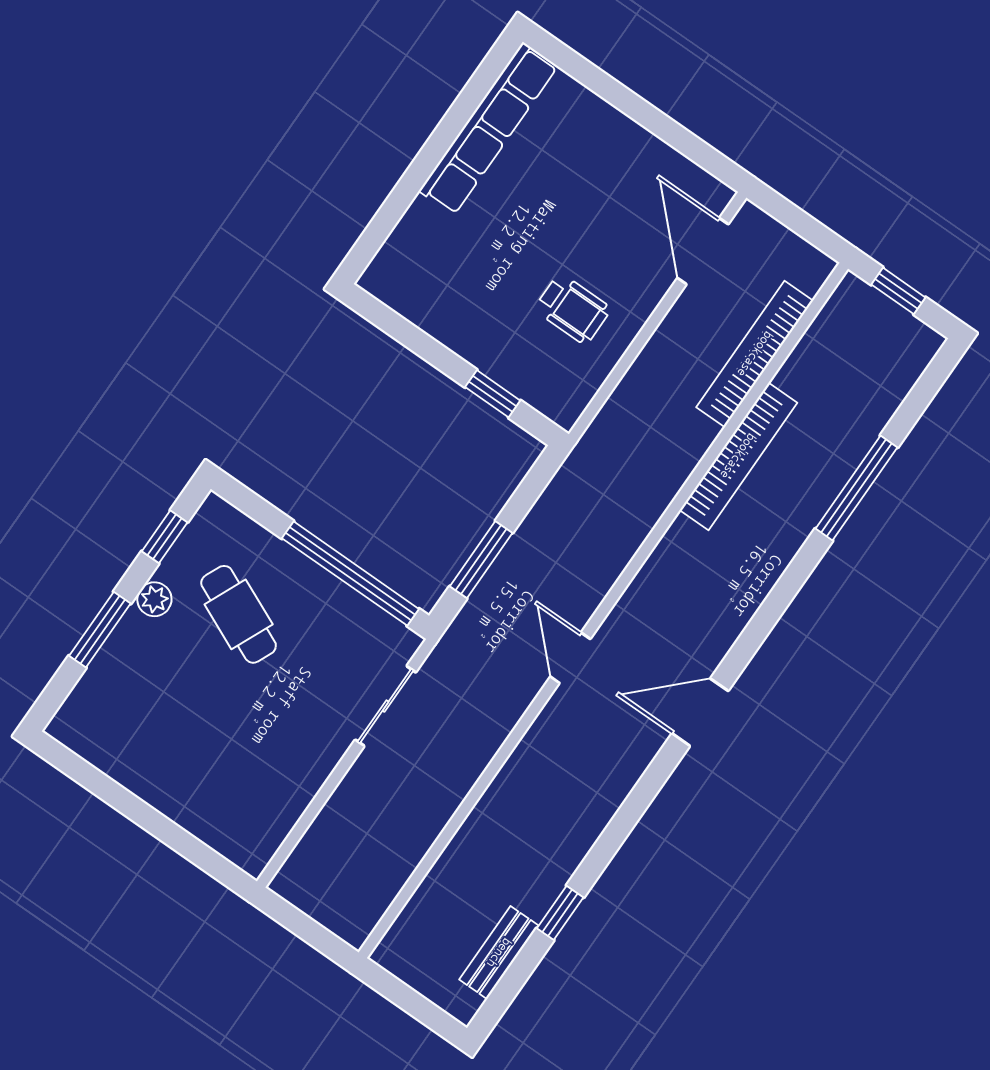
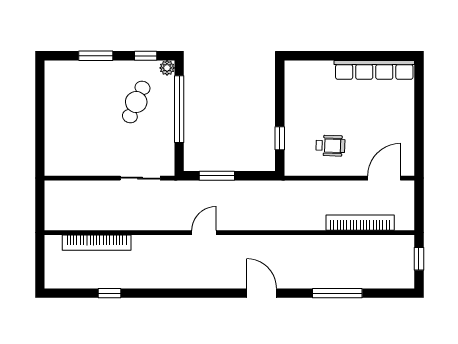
wheelchair: (573, 309) -> (330, 146), turned -88
bookcase: (738, 456) -> (97, 243), moved
window: (350, 574) -> (179, 109), moved
plant: (154, 599) -> (167, 68), moved
door: (700, 712) -> (262, 293), moved
bench: (499, 953) -> (80, 281), removed

